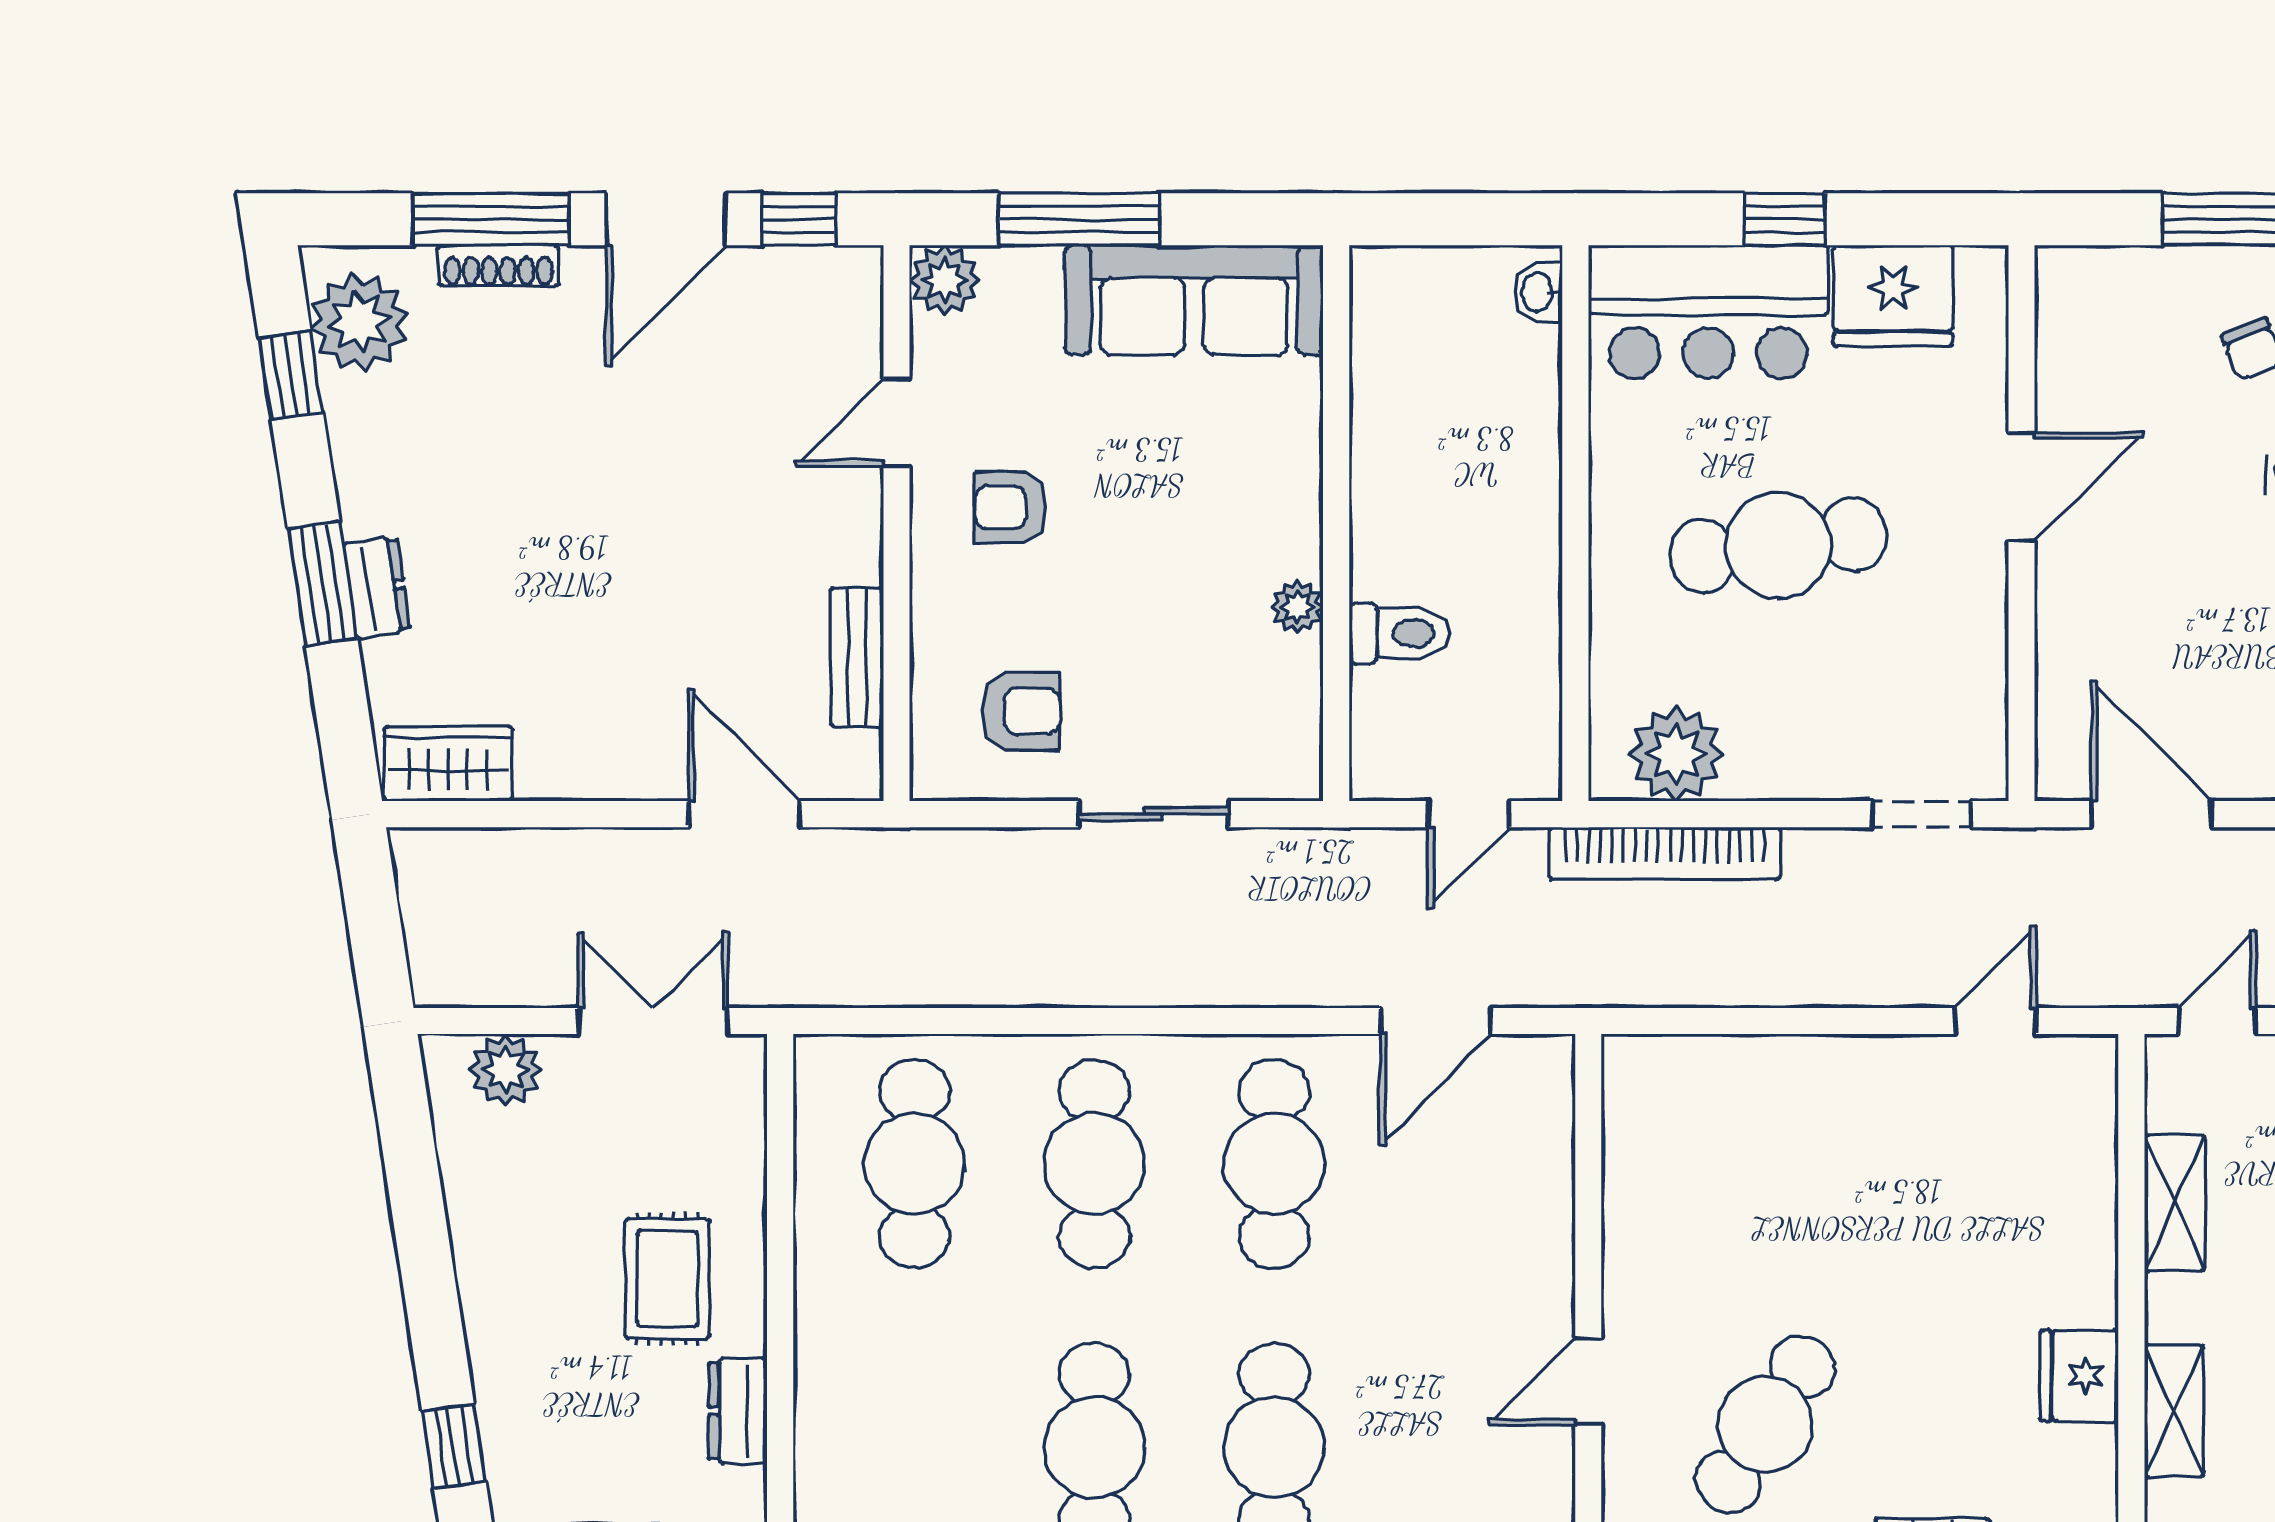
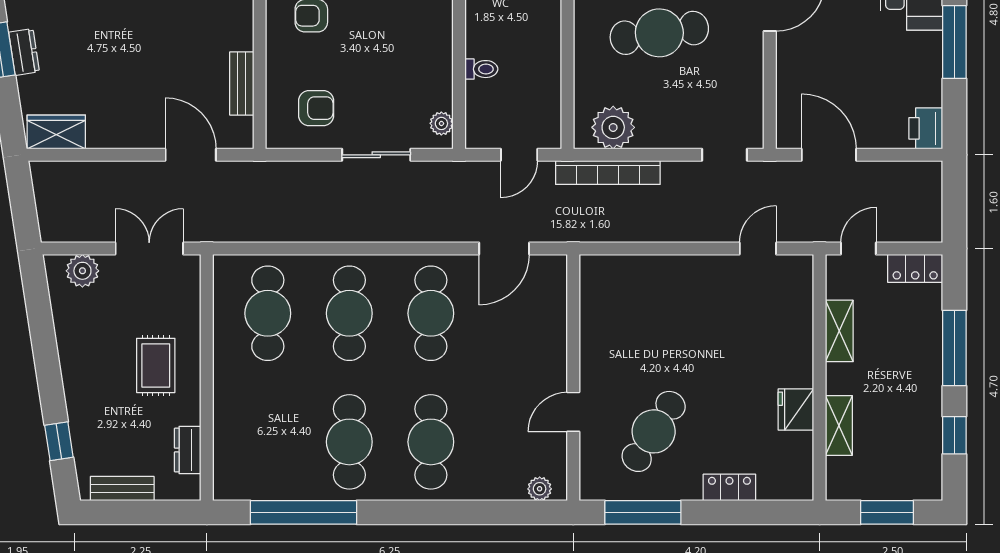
plant: (1297, 607) -> (441, 123), moved
toilet: (1399, 633) -> (481, 69), width x0.73, depth x0.72
dresser: (738, 1411) -> (188, 450), moved

